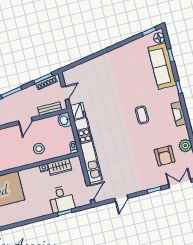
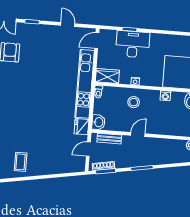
coffee table: (142, 115) -> (21, 162), moved
washing machine: (12, 164) -> (165, 96), added
wardrobe: (60, 167) -> (107, 76), moved
door: (121, 198) -> (68, 24), hinge flipped
desk: (61, 199) -> (133, 44), width x1.37

